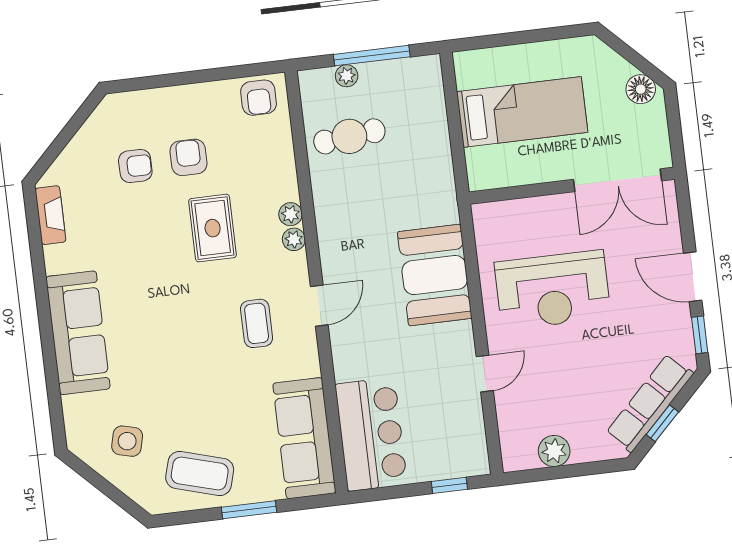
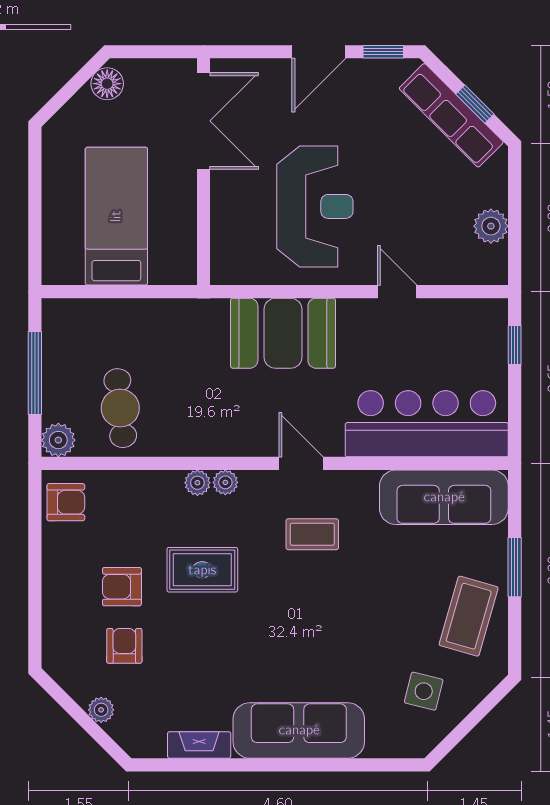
plant: (347, 76) -> (58, 440), moved, width x1.38, depth x1.38
plant: (75, 152) -> (101, 710), added
fireplace: (51, 215) -> (199, 745), moved
bar counter: (371, 434) -> (427, 424), width x1.36

